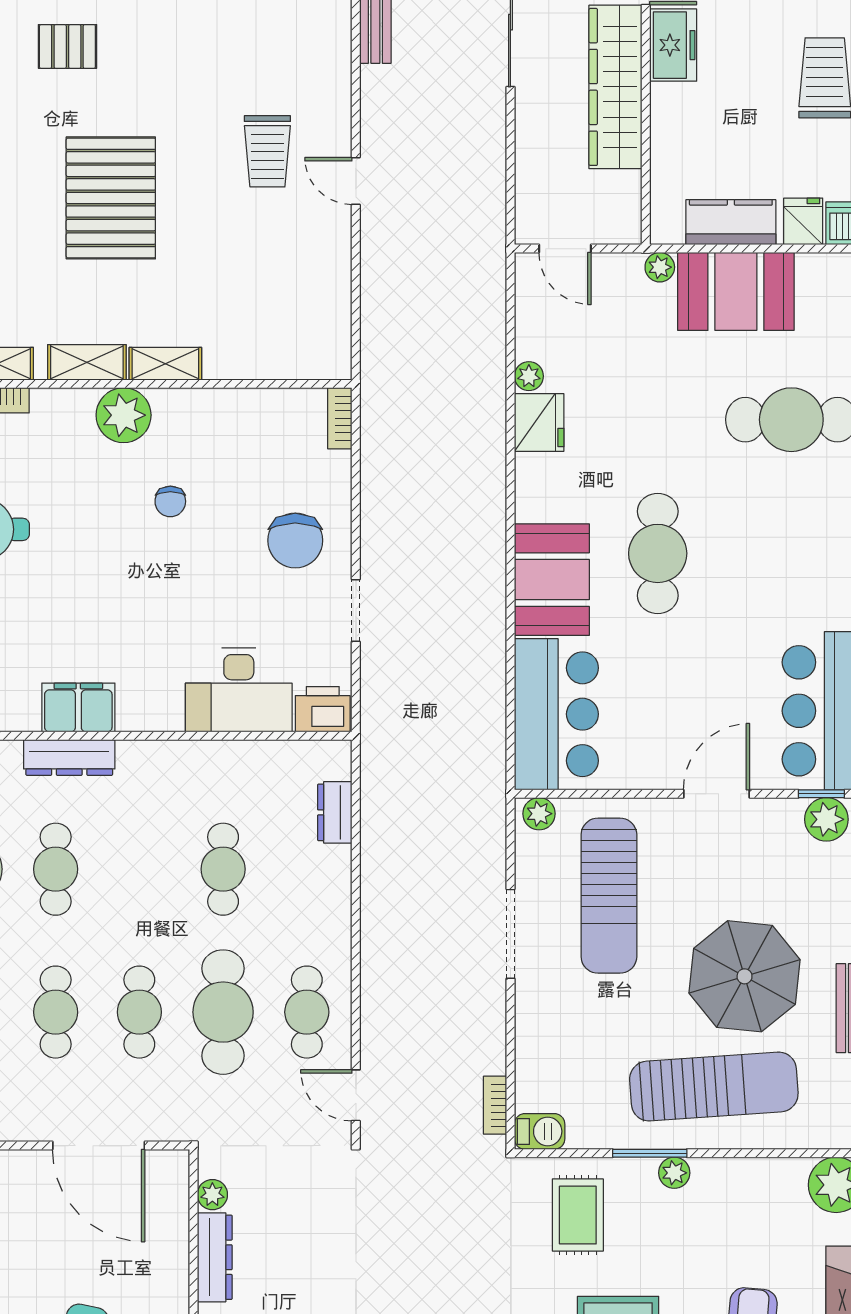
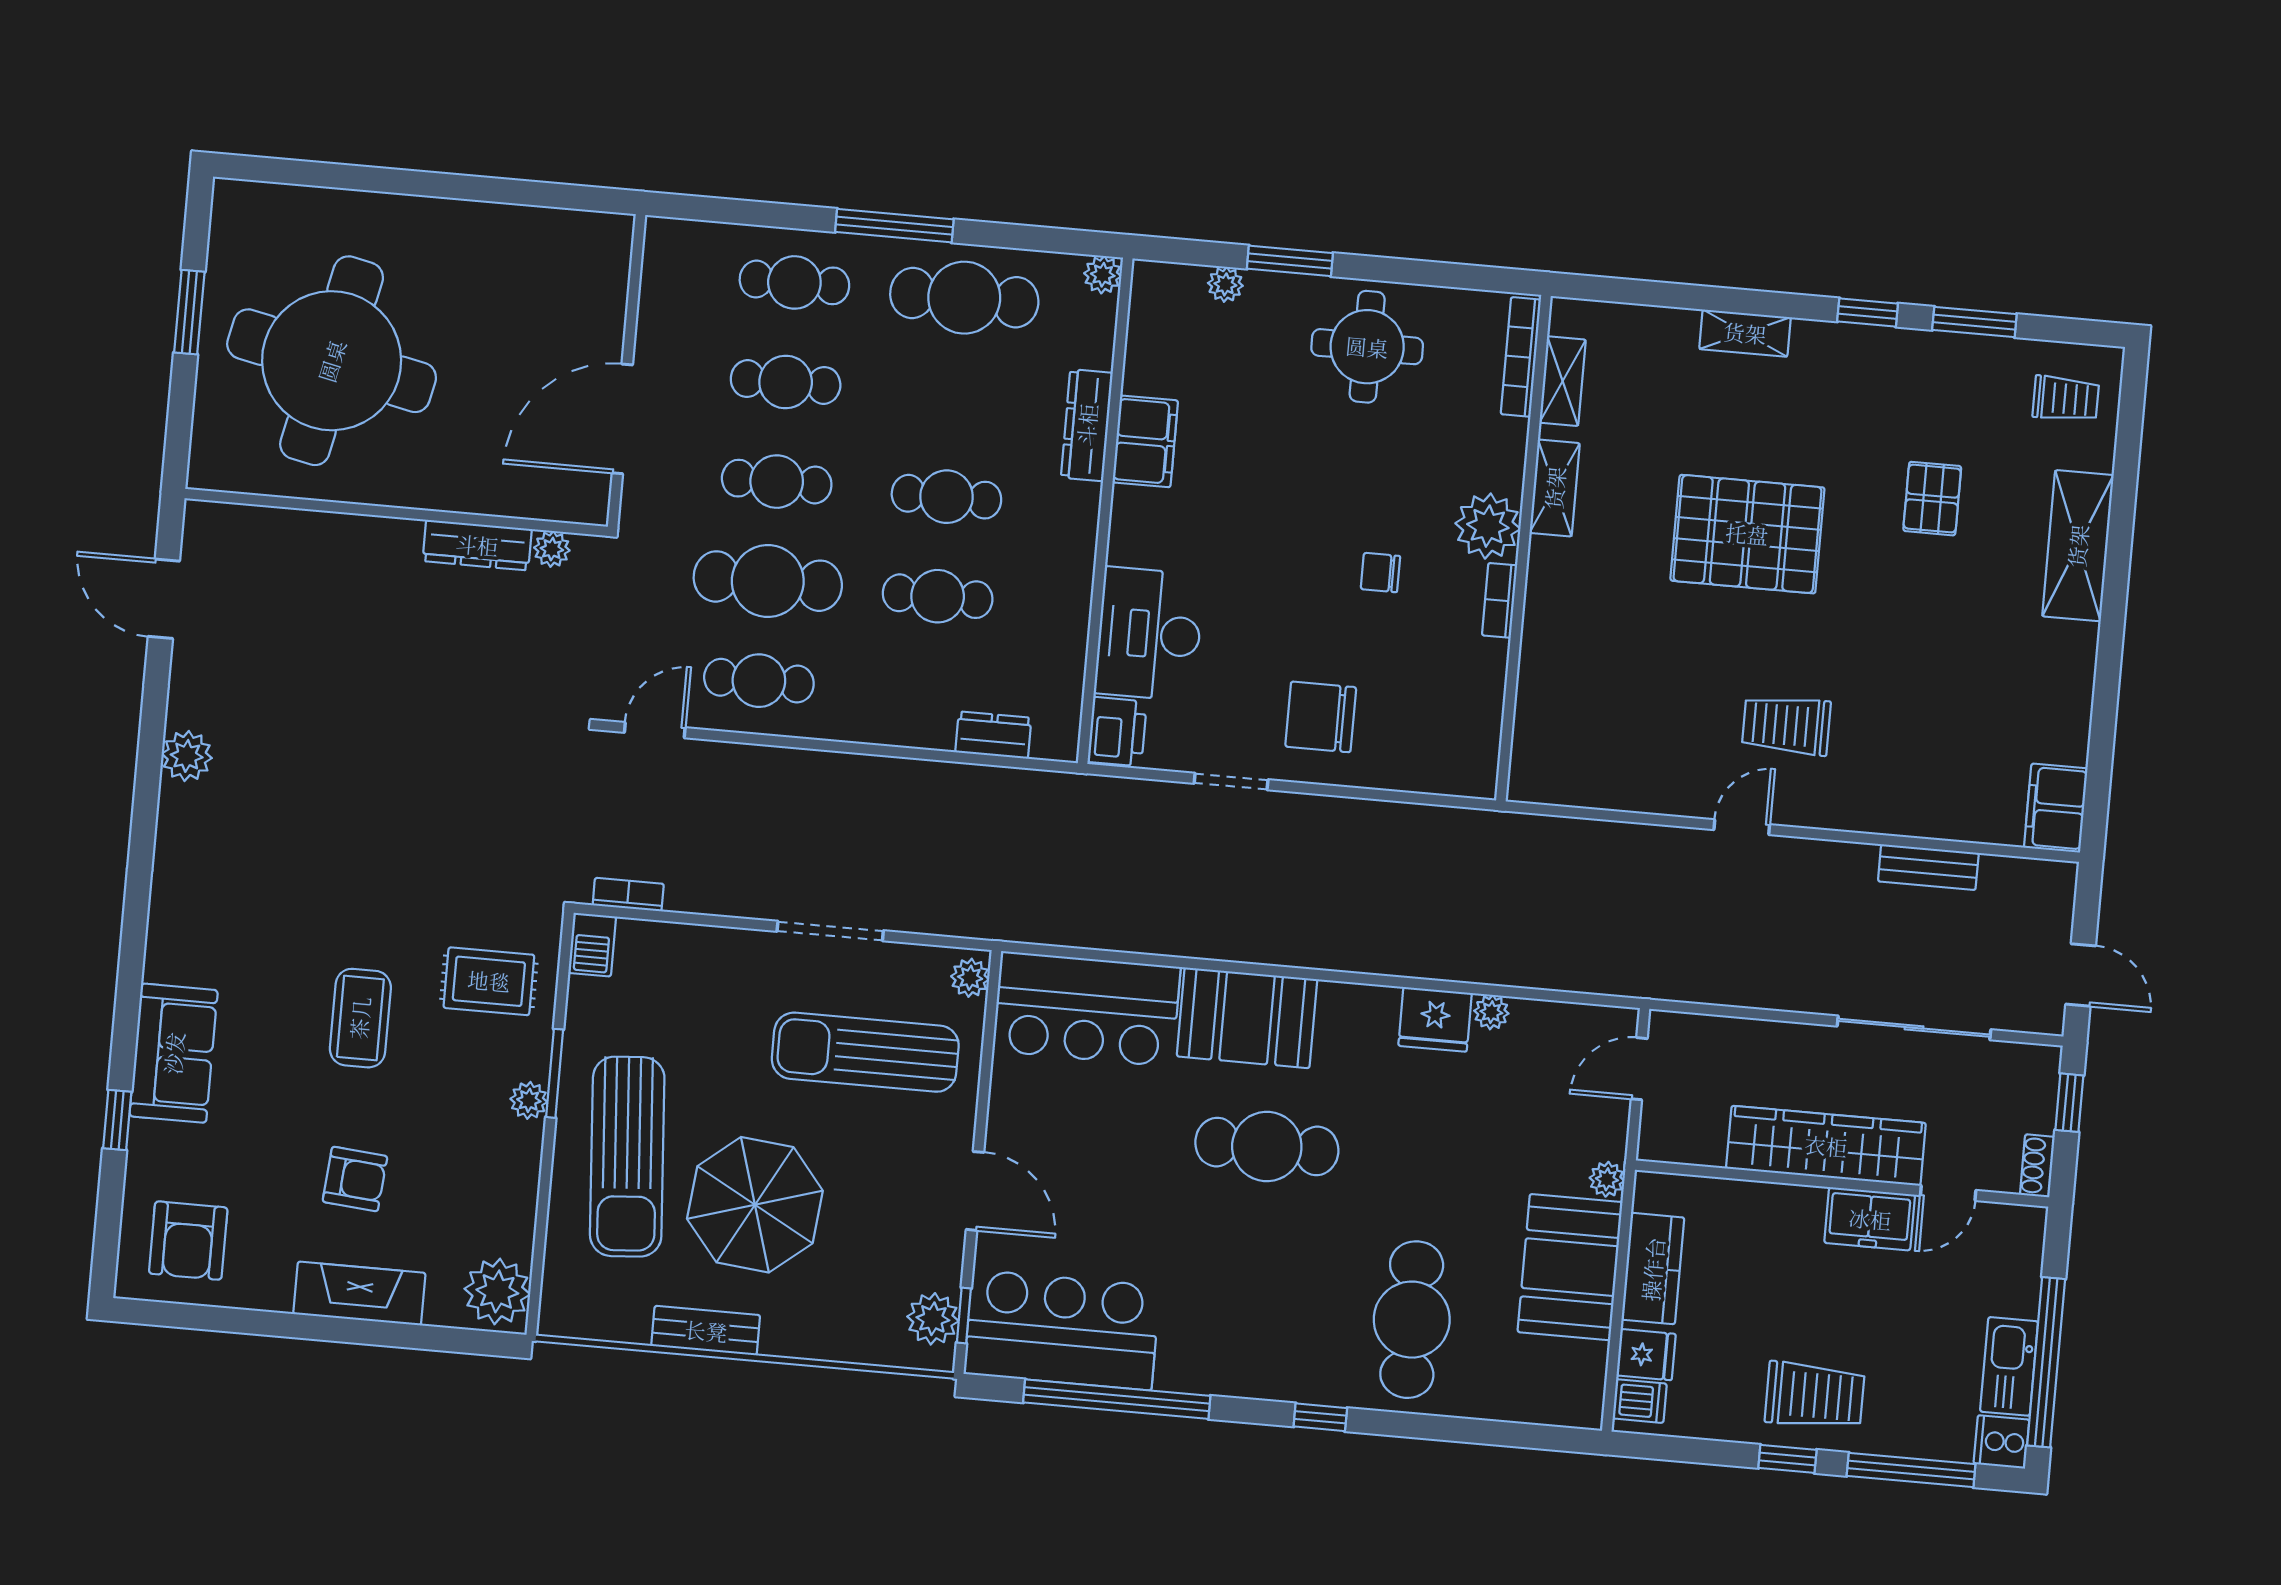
shelving: (165, 364) -> (1545, 581), removed
bookcase: (340, 418) -> (1500, 600), moved, turned -90
cafe table: (56, 869) -> (946, 497), moved

